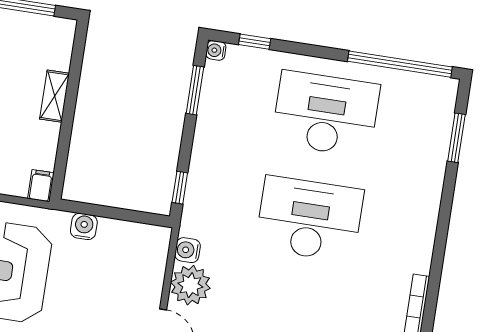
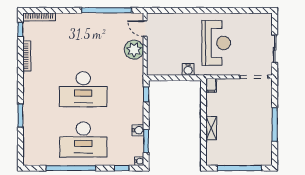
window: (400, 64) -> (71, 168), moved
window: (456, 138) -> (20, 116), moved
water cooler: (188, 250) -> (138, 130), moved

